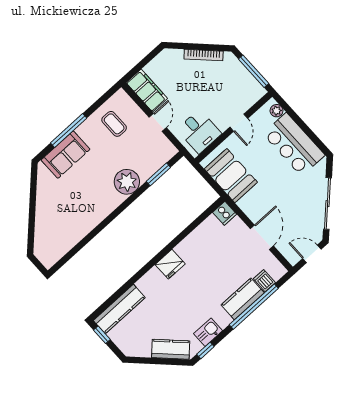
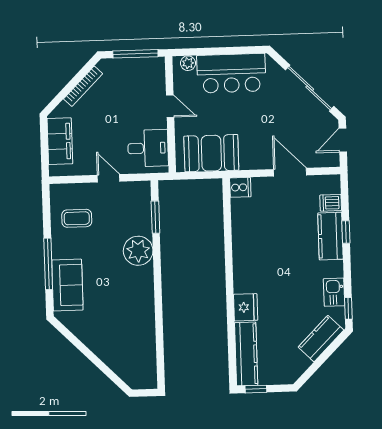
filing cabinet: (147, 91) -> (60, 141), moved, turned 90
fridge: (170, 264) -> (246, 307), moved
window: (254, 307) -> (346, 232), width x0.32

